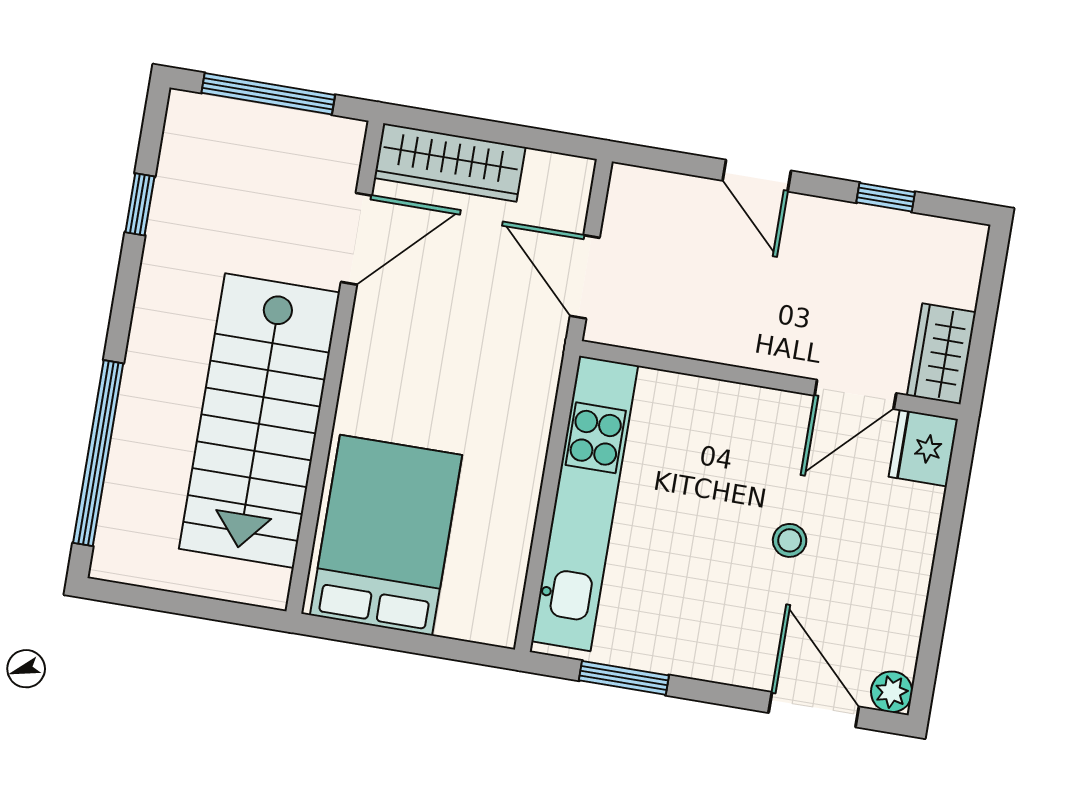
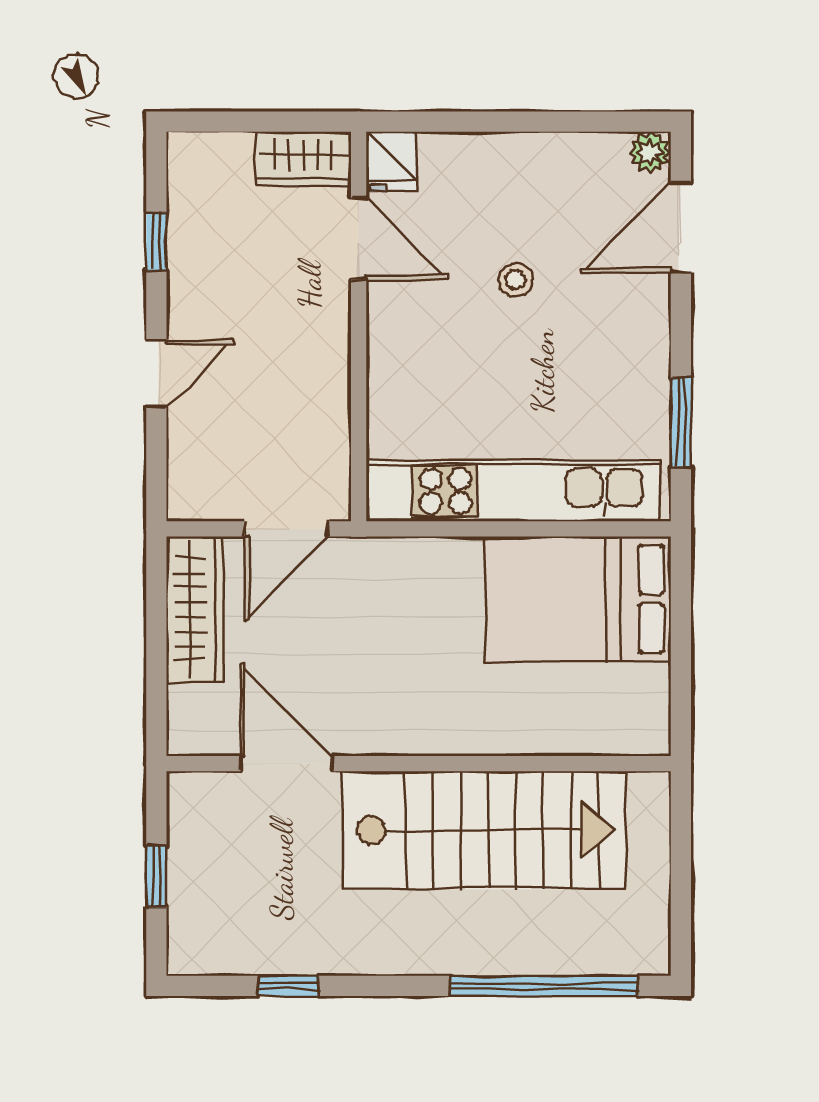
window: (268, 94) -> (156, 876), width x0.46
wardrobe: (450, 163) -> (195, 609), moved
fridge: (923, 448) -> (391, 162), width x0.72
bed: (386, 535) -> (578, 599), moved

